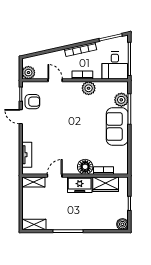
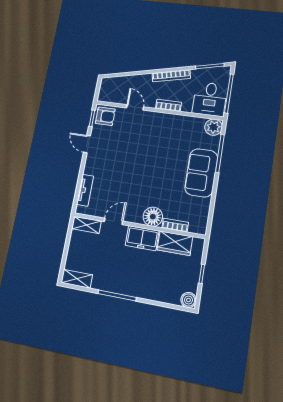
plant: (28, 73) -> (106, 95), removed
plant: (89, 88) -> (173, 122), removed
plant: (121, 100) -> (214, 127), moved
armchair: (32, 102) -> (105, 116), moved

